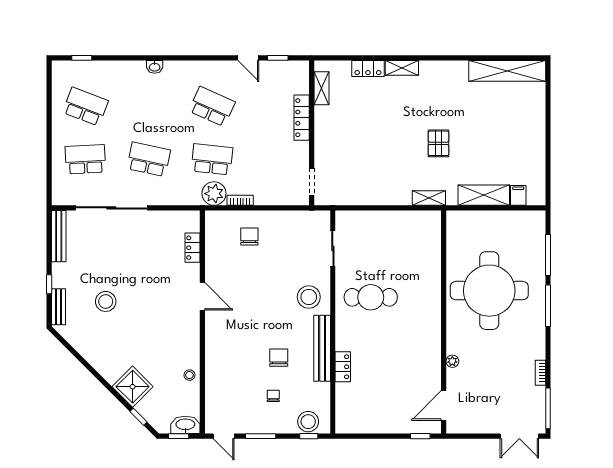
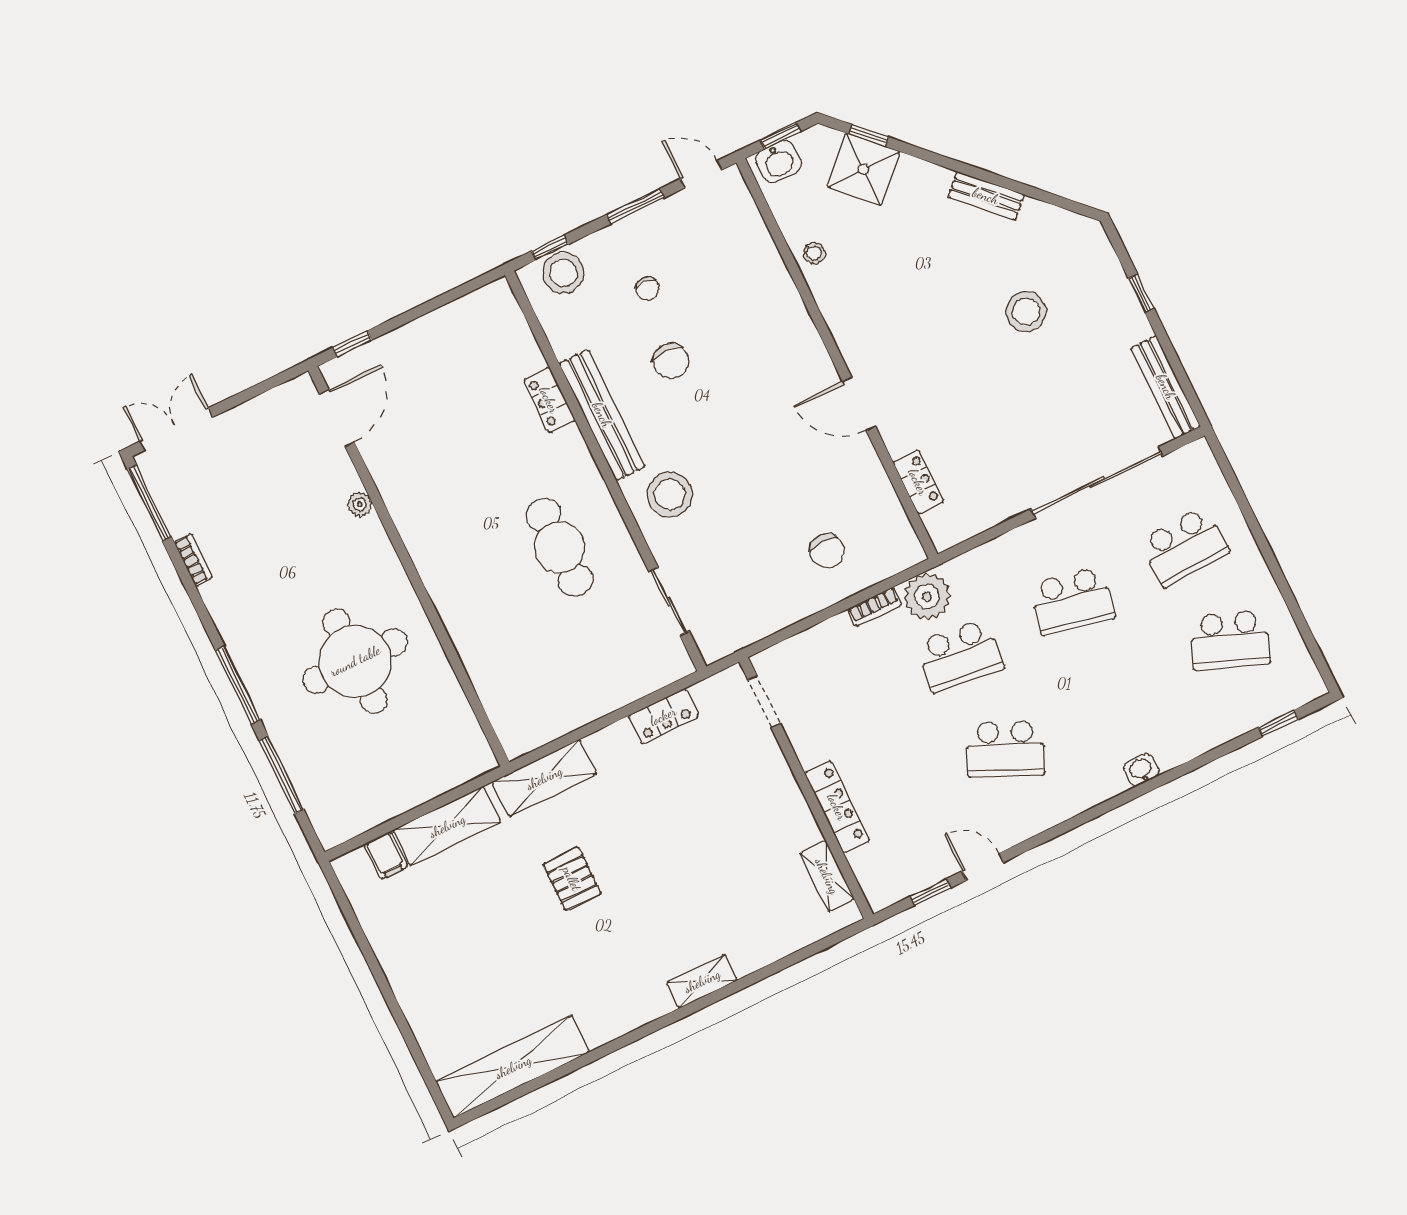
locker: (368, 68) -> (663, 716), moved, turned 180
shelving: (429, 198) -> (544, 778), width x1.50, depth x1.33
round table: (489, 291) -> (355, 661), width x0.73, depth x0.73
cafe table: (371, 297) -> (560, 547), turned 90
bench: (58, 307) -> (986, 196), moved, turned -45
shower: (133, 387) -> (863, 169), moved
washbasin: (185, 425) -> (778, 161), width x0.72

